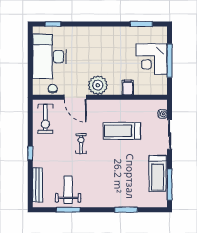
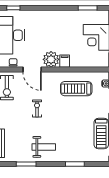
filing cabinet: (128, 87) -> (65, 61), moved
treadmill: (122, 131) -> (76, 89), moved
weight bench: (68, 190) -> (44, 147), moved, turned 90

